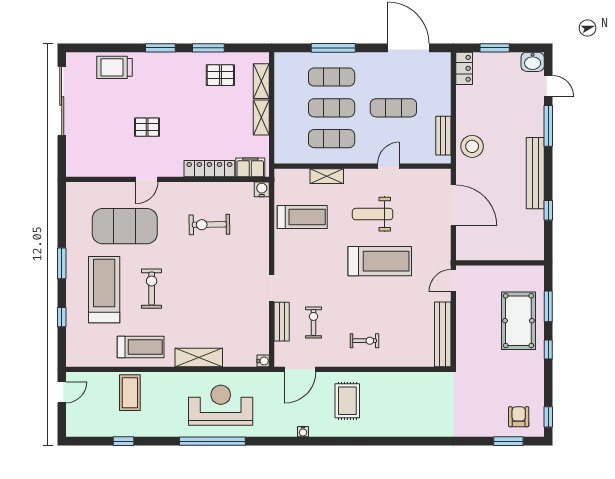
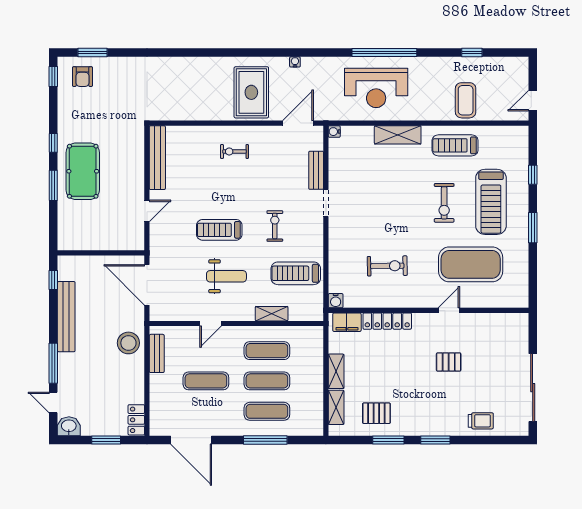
trolley: (114, 67) -> (481, 421), width x0.73, depth x0.72
treadmill: (380, 261) -> (219, 230), width x0.73, depth x0.73
wall: (500, 263) -> (101, 253), moved
exercise bike: (314, 322) -> (275, 226), moved, turned 180
rug: (347, 401) -> (251, 92), width x1.36, depth x1.43

